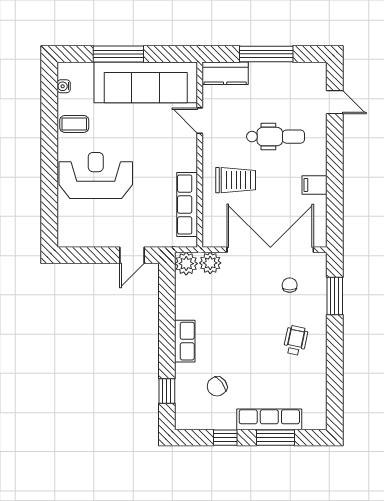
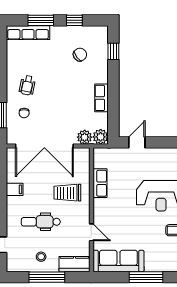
sofa: (146, 82) -> (118, 261), width x0.74, depth x0.79
stool: (275, 84) -> (41, 257), added
row of seats: (187, 204) -> (100, 183), width x0.68
chair: (290, 285) -> (24, 113), moved
row of seats: (185, 341) -> (101, 98), moved
row of seats: (269, 419) -> (28, 33), moved

